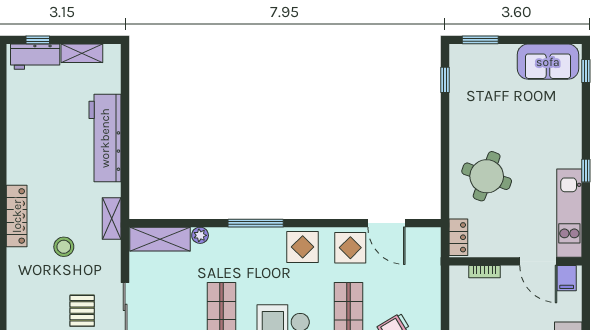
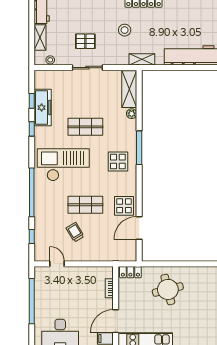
round table: (487, 176) -> (168, 289), turned -34
display table: (303, 247) -> (118, 162), moved

